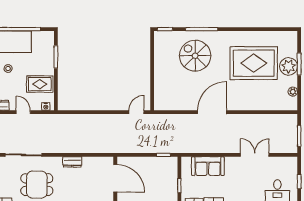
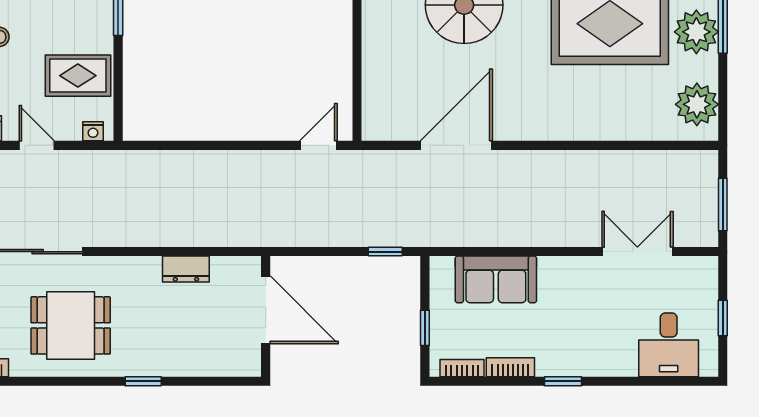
plant: (293, 92) -> (697, 104), width x1.88, depth x1.88
door: (212, 112) -> (456, 145), moved
double door: (255, 155) -> (637, 252), moved
dresser: (72, 162) -> (186, 269), moved

